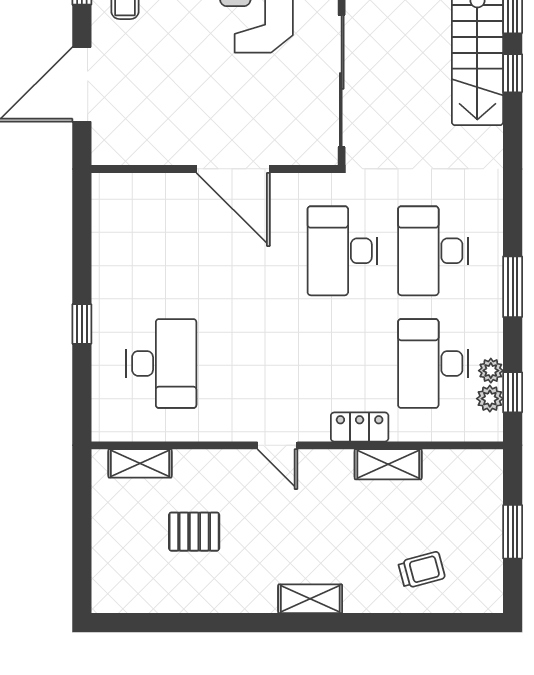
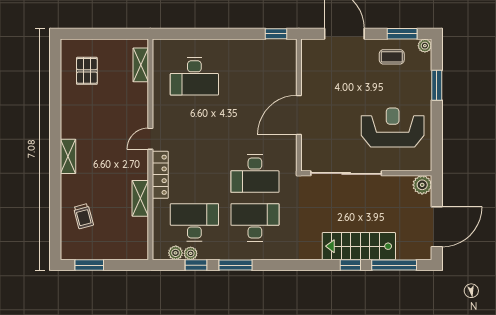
desk: (342, 251) -> (255, 174), turned 180
window: (82, 324) -> (276, 34), moved
window: (513, 392) -> (196, 265), moved
locker: (360, 427) -> (160, 175), width x1.53
pallet: (194, 532) -> (87, 71), moved
window: (513, 532) -> (89, 265), moved

